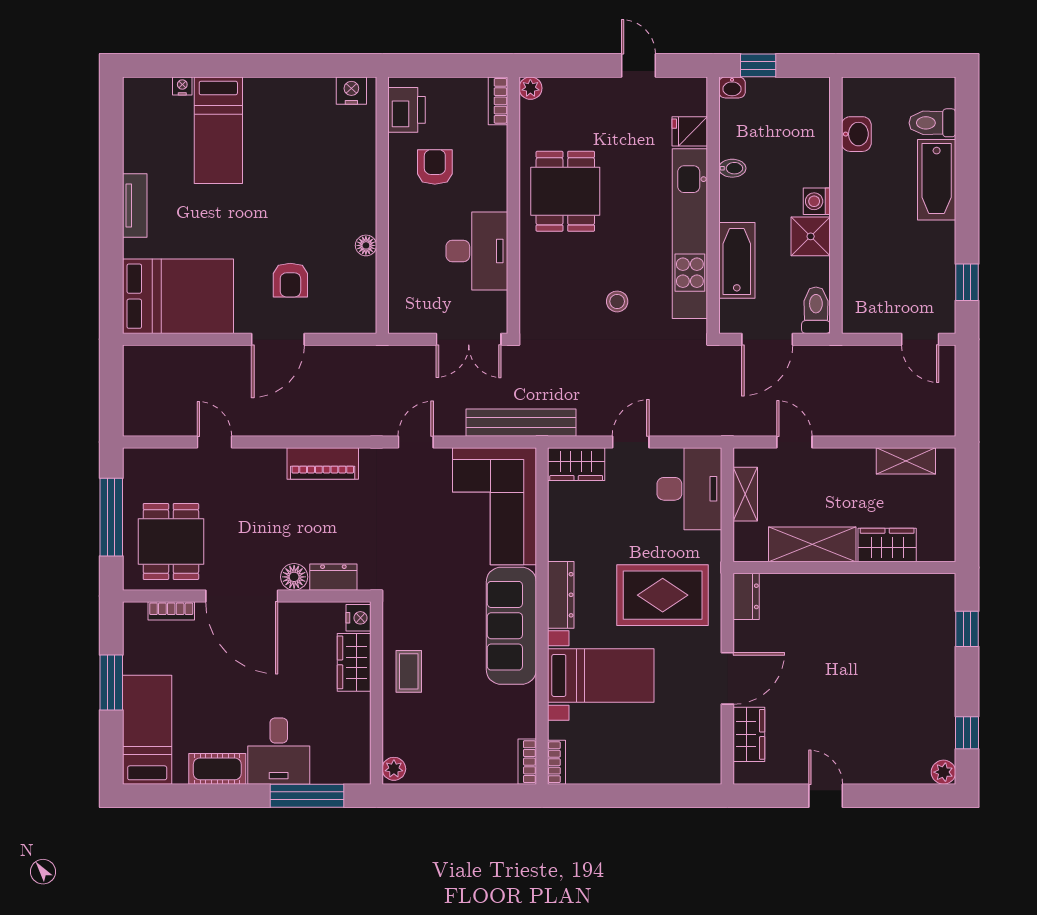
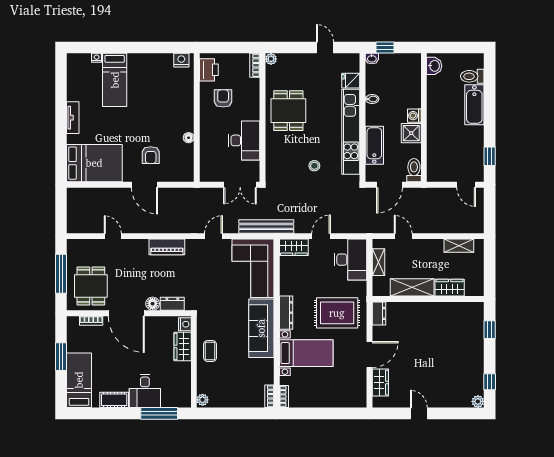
washbasin: (856, 134) -> (434, 66), moved
door: (278, 339) -> (144, 185), hinge flipped

